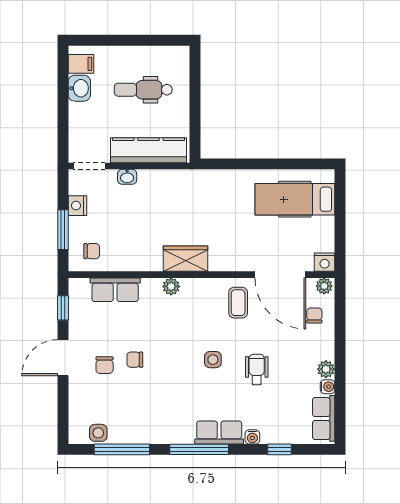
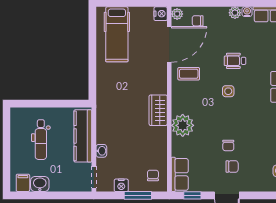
plant: (171, 286) -> (183, 125), width x1.88, depth x1.88
row of seats: (115, 290) -> (180, 174), moved

